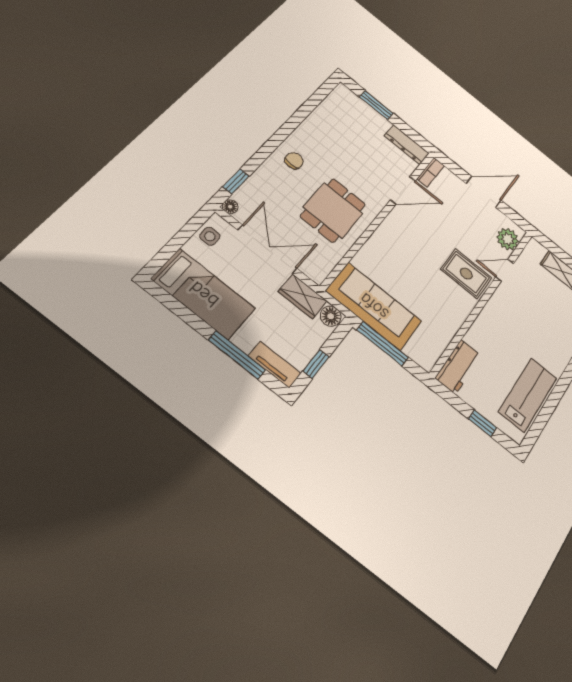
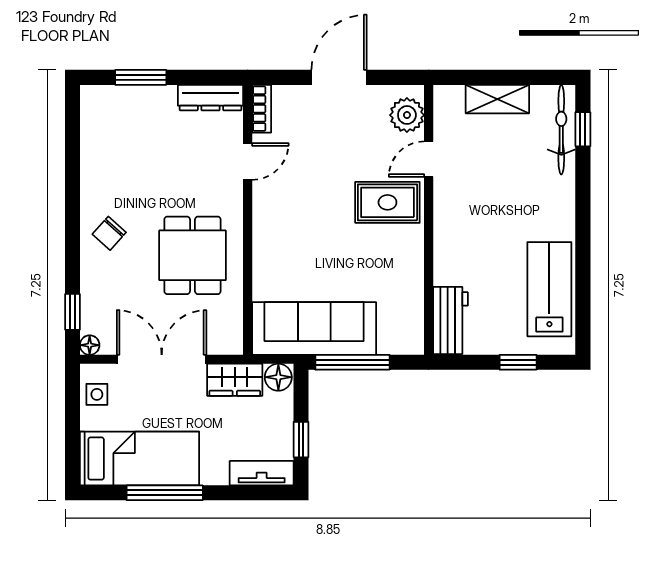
chair: (294, 161) -> (109, 233), turned -138
door: (403, 190) -> (248, 162), width x0.73
window: (237, 355) -> (165, 493), moved

